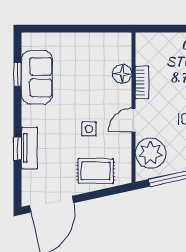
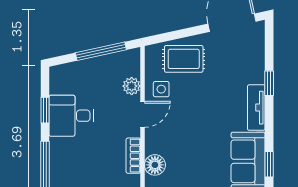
side table: (89, 129) -> (161, 89), moved
tv unit: (29, 148) -> (256, 108), moved
plant: (151, 153) -> (132, 86), width x0.53, depth x0.53

